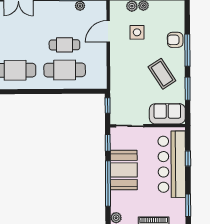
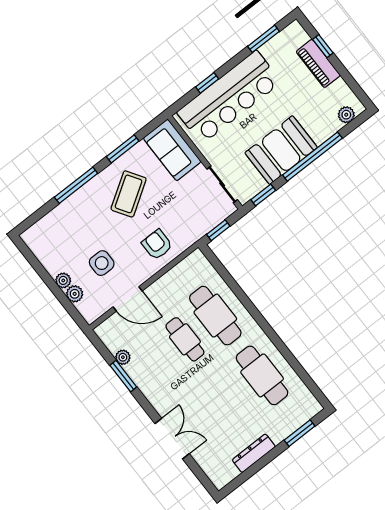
armchair: (175, 40) -> (157, 245), moved, turned 180

